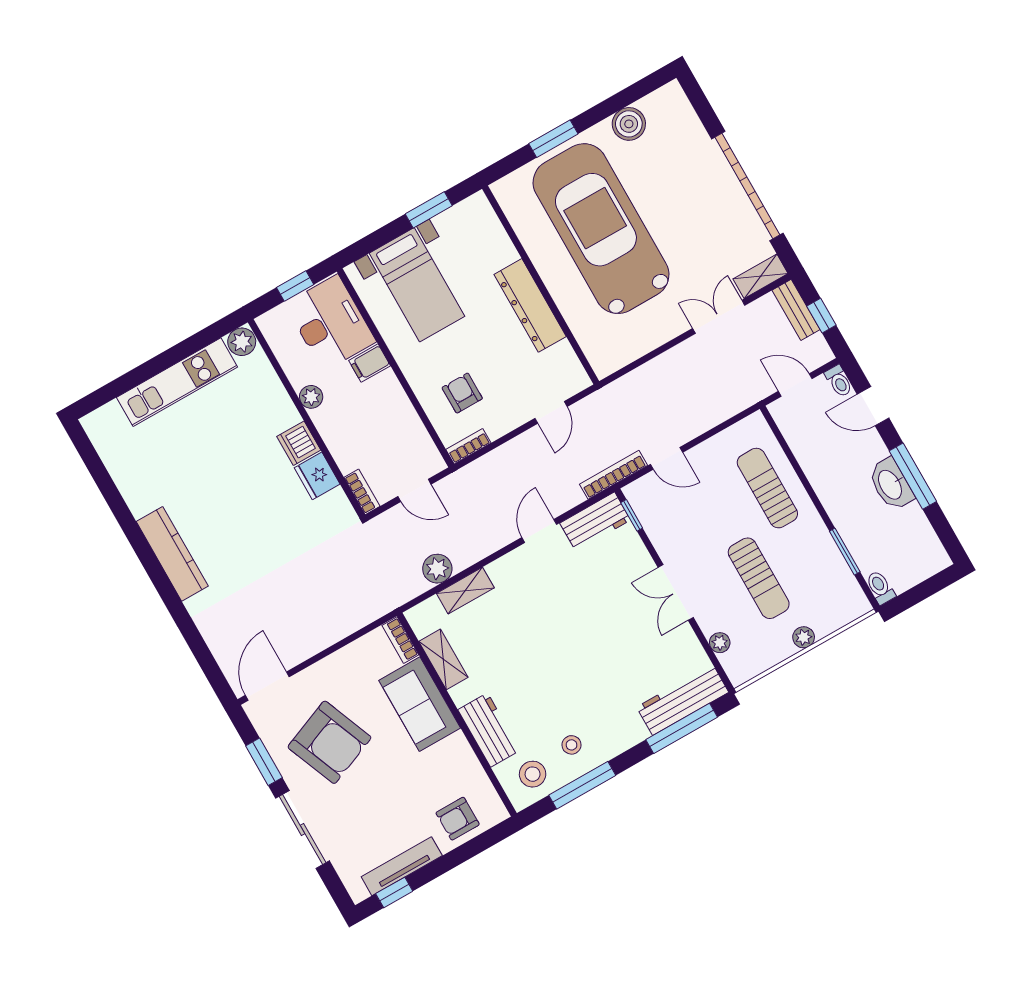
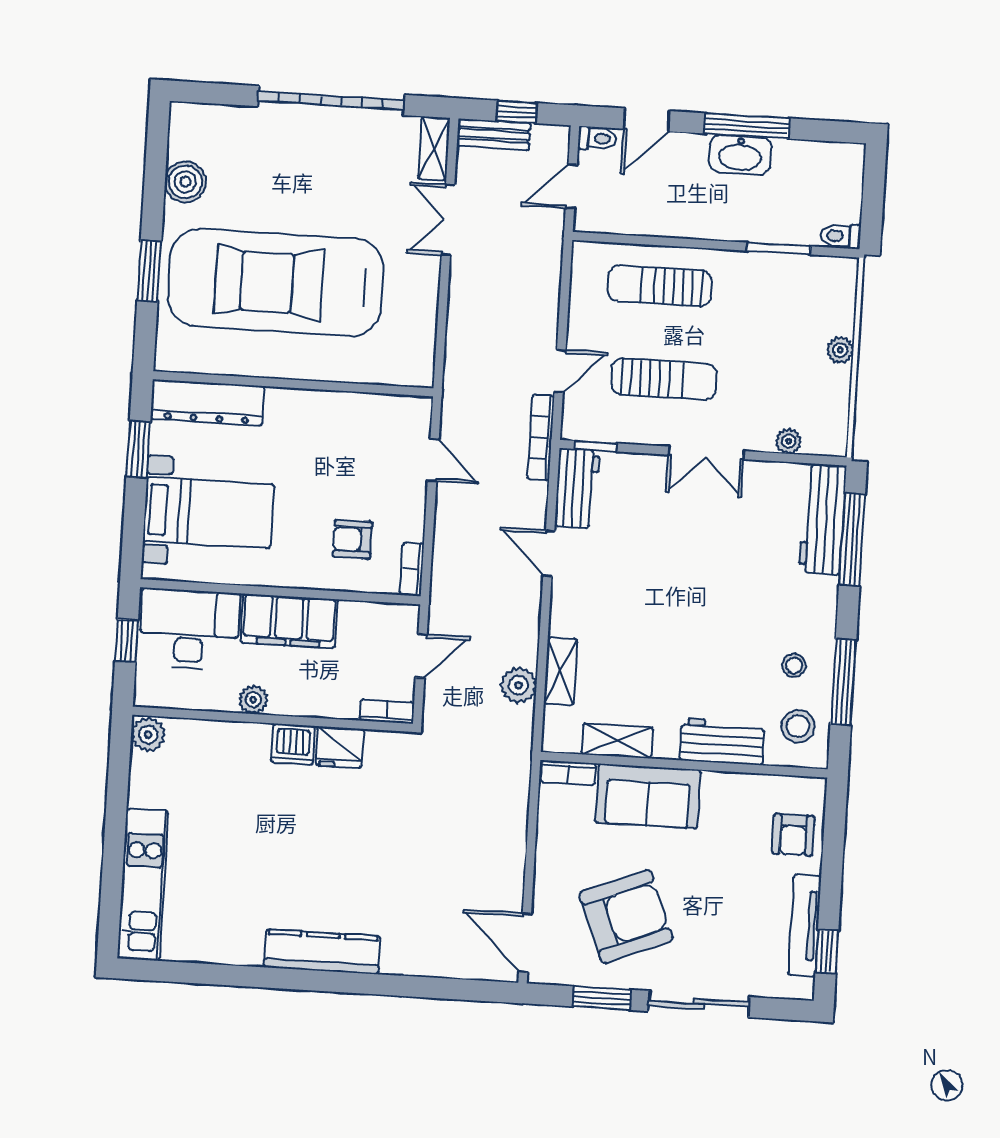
dresser: (530, 305) -> (207, 403), moved
filing cabinet: (370, 363) -> (289, 621), width x3.00, depth x1.17
kitchen unit: (177, 382) -> (143, 885), moved
sun lounger: (759, 578) -> (664, 379), moved

